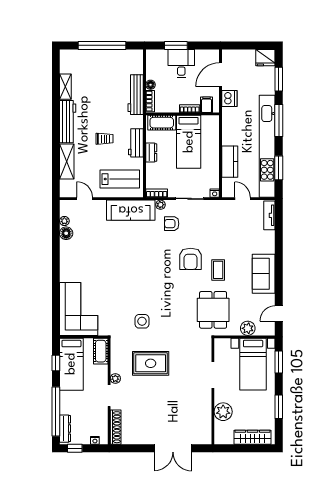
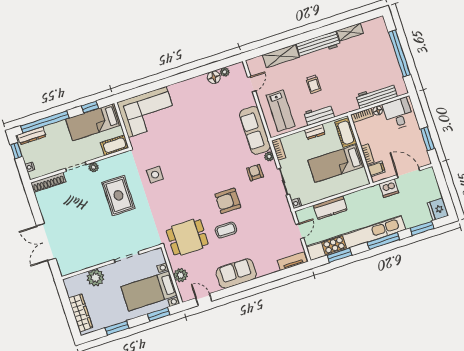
window: (176, 45) -> (427, 139), moved
desk: (181, 63) -> (398, 114), moved, turned -90
workbench: (136, 95) -> (377, 96), moved

